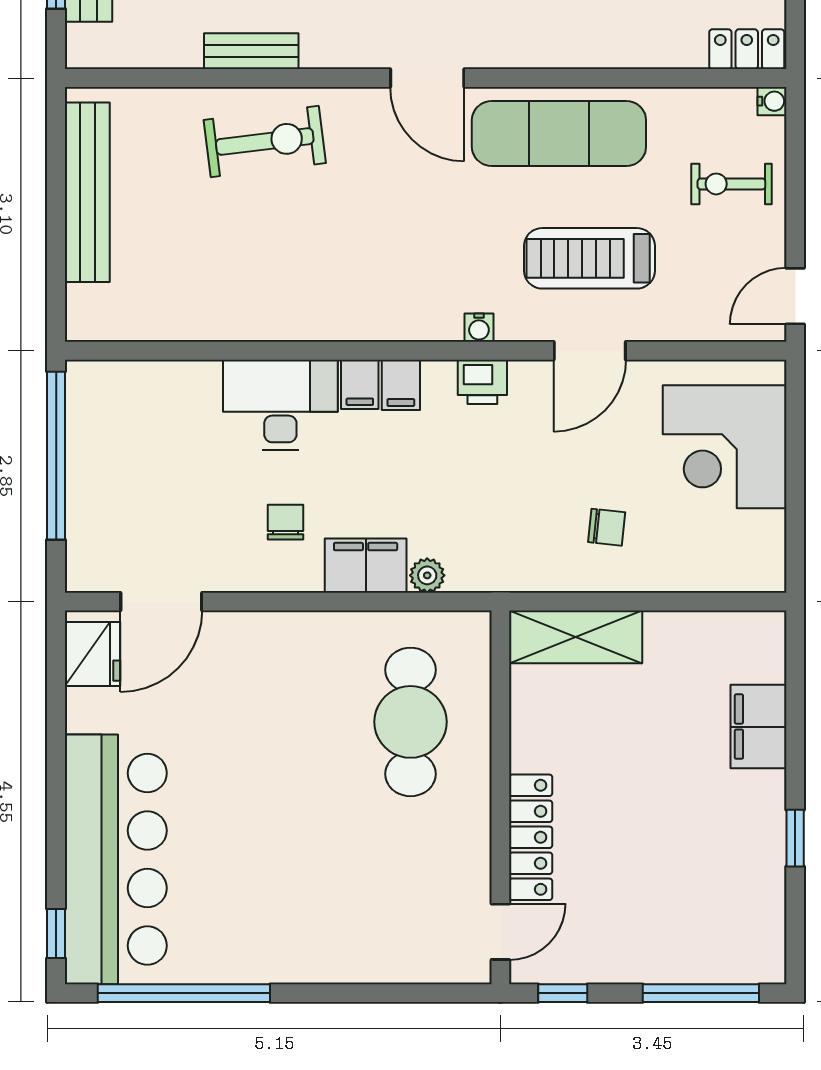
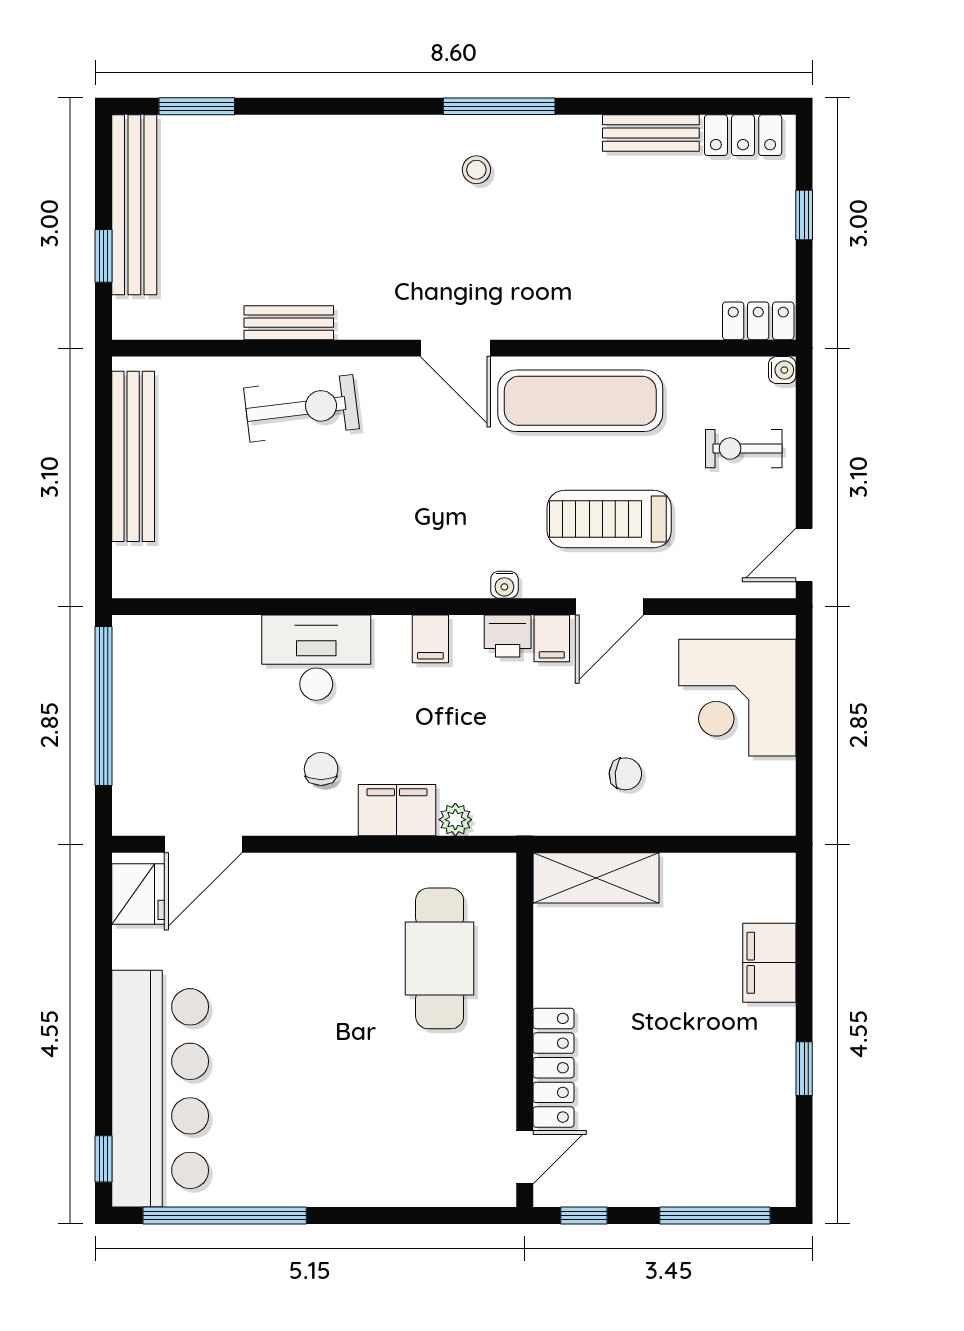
filing cabinet: (360, 384) -> (552, 638), moved

